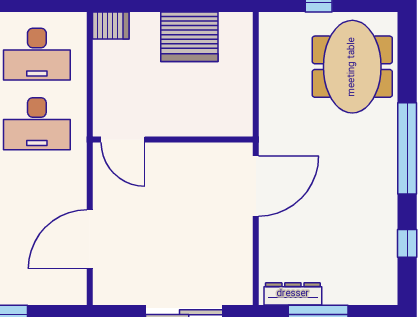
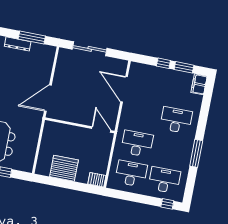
door: (90, 239) -> (124, 89), swing flipped
dresser: (293, 294) -> (18, 44), moved

